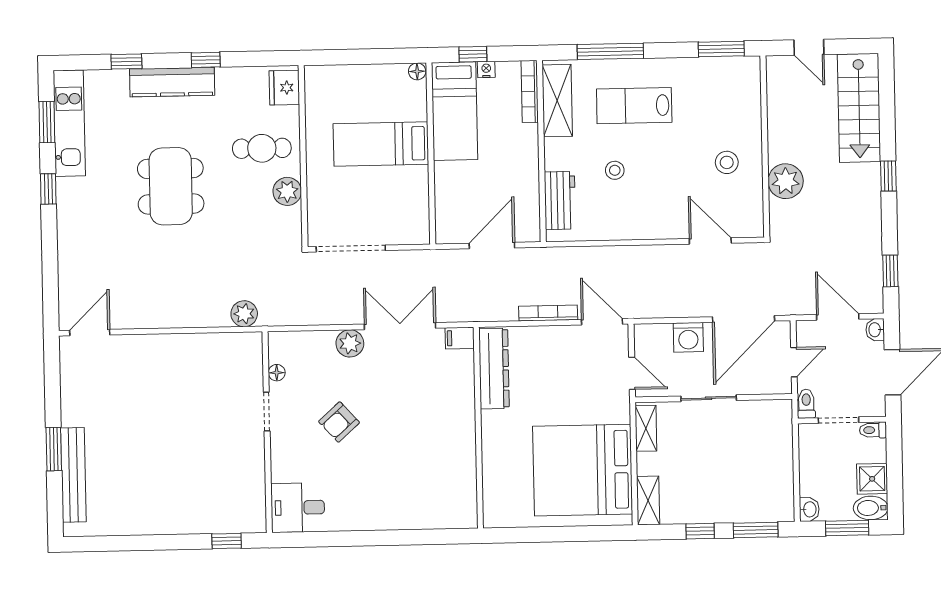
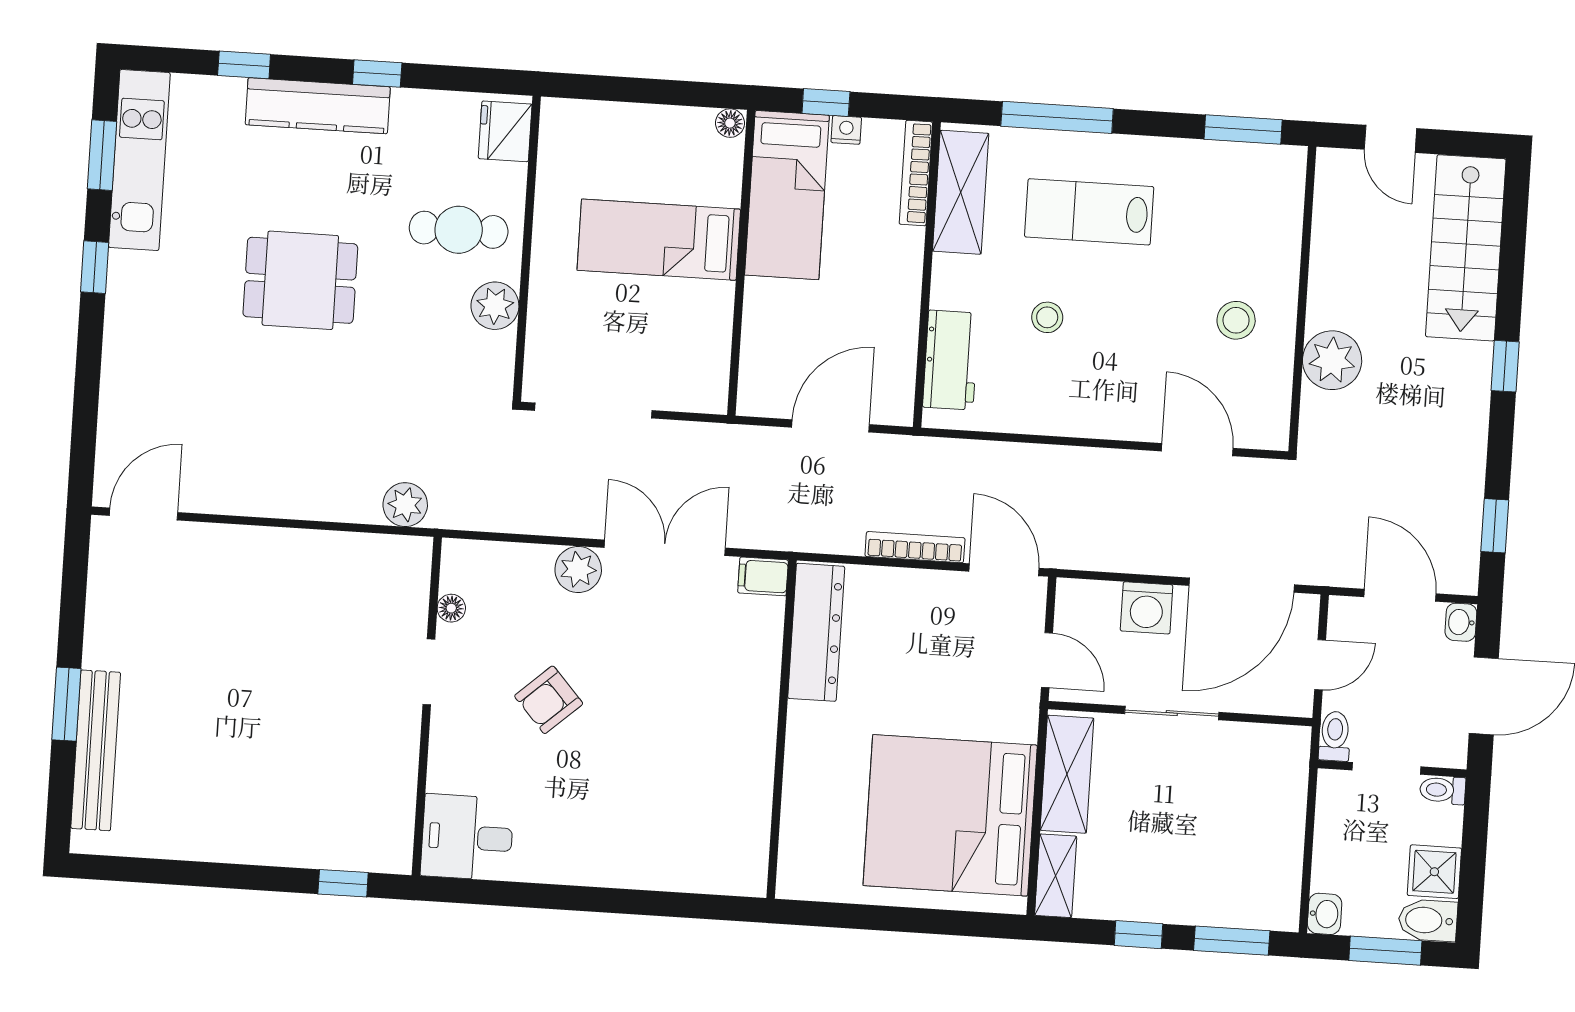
dining table: (171, 186) -> (300, 280), width x0.73
shelving: (646, 428) -> (1067, 774), width x1.50, depth x1.33

